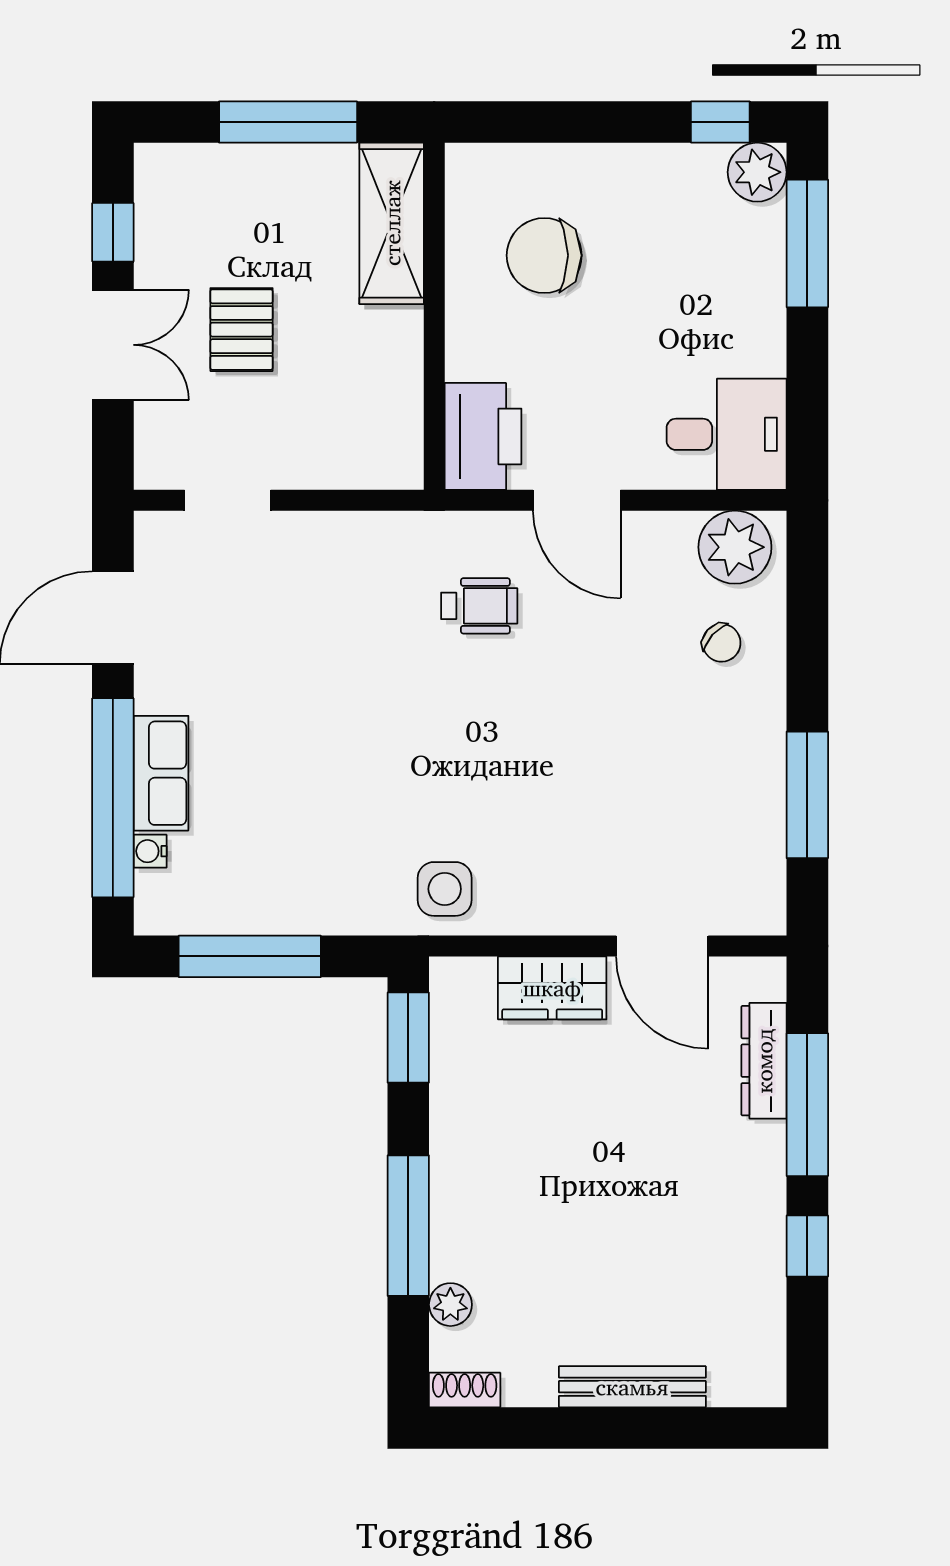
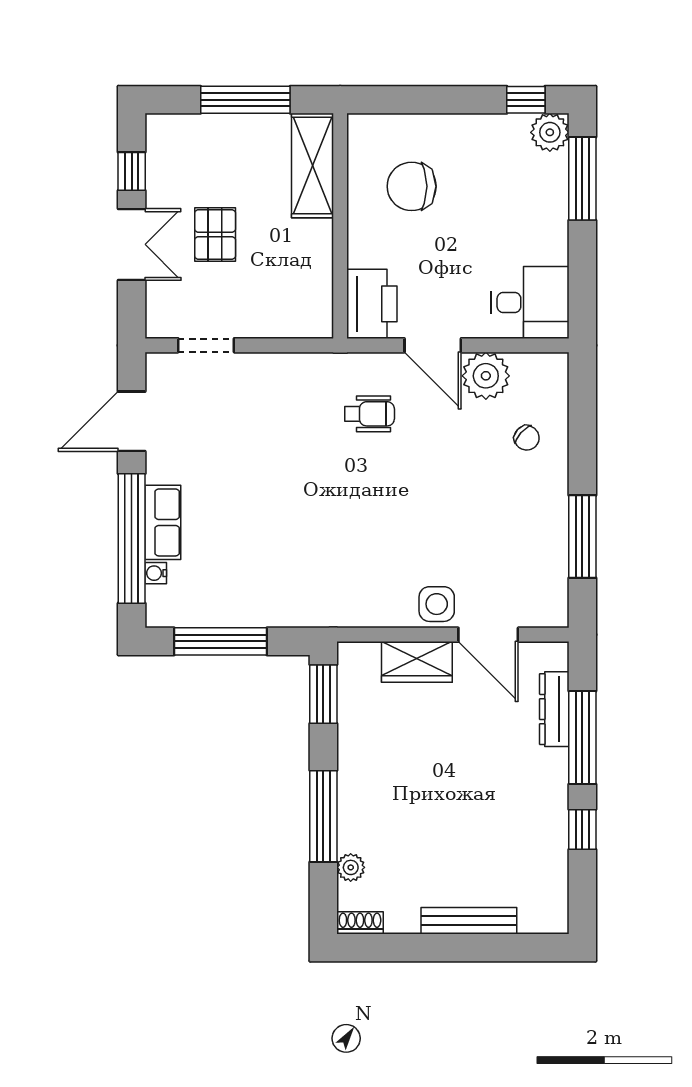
plant: (735, 547) -> (486, 376), moved
side table: (445, 889) -> (437, 604), moved

